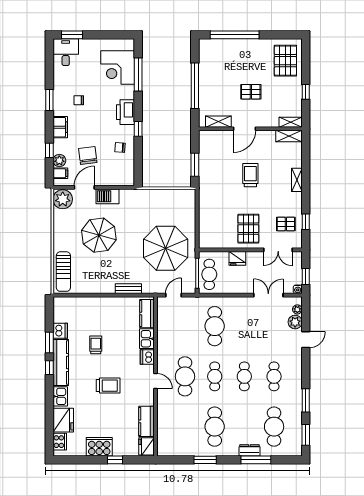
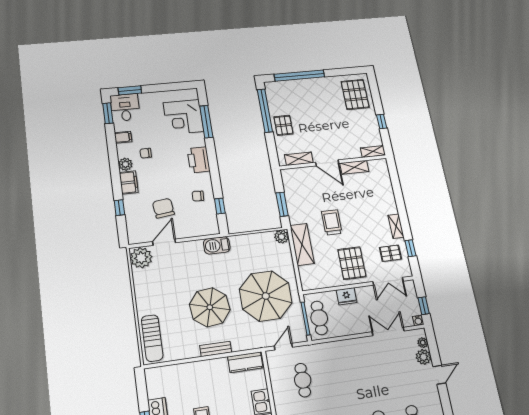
window: (195, 86) -> (265, 111), moved
pallet: (251, 92) -> (283, 125), moved, turned 90
window: (49, 100) -> (108, 113), moved
window: (138, 129) -> (220, 206), moved
door: (244, 129) -> (327, 163), hinge flipped
shelving: (289, 136) -> (354, 167), moved
plant: (59, 161) -> (125, 164), moved
filing cabinet: (60, 173) -> (123, 137), moved
trolley: (250, 175) -> (332, 222), moved
shelving: (297, 180) -> (396, 226), moved
plant: (189, 195) -> (282, 237), added
barbecue: (107, 196) -> (217, 245), moved
shelving: (206, 205) -> (302, 244), added
parasol: (99, 235) -> (210, 307), moved
bench: (128, 289) -> (216, 349), moved
kitchen counter: (147, 314) -> (245, 362), moved, turned -90
cafe table: (215, 326) -> (303, 380), moved, width x0.73, depth x0.74

